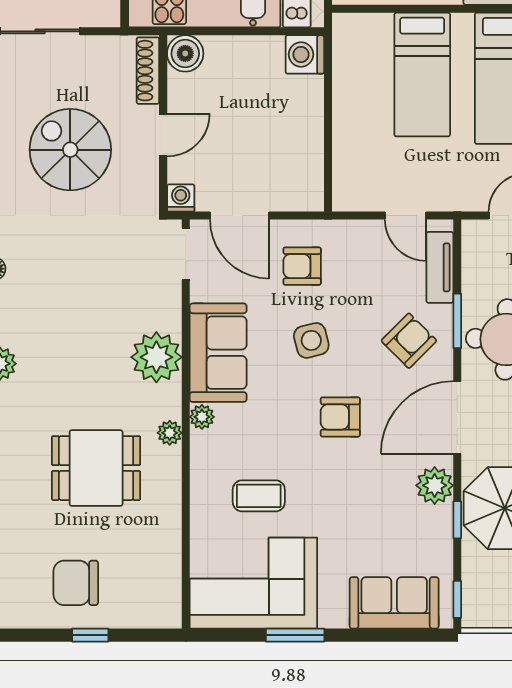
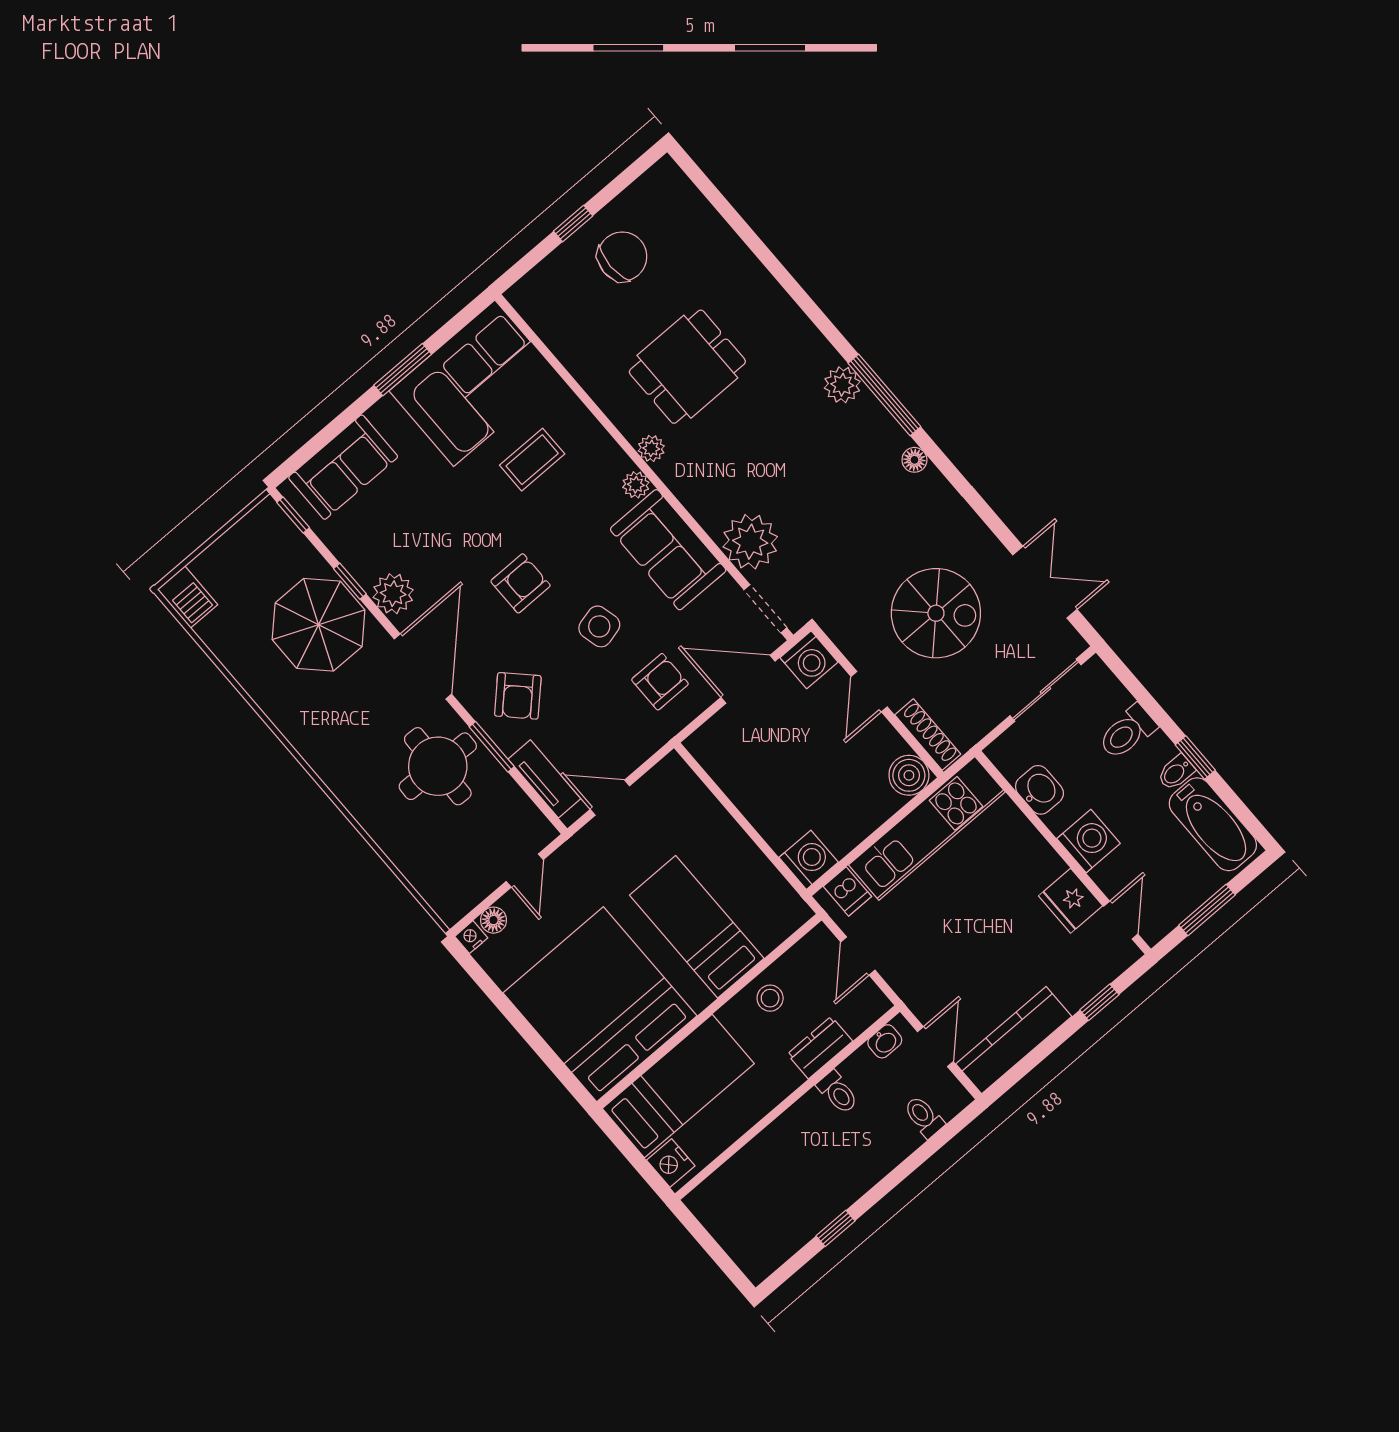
washing machine: (181, 198) -> (809, 660), width x1.38, depth x1.38
plant: (156, 357) -> (750, 542), moved

